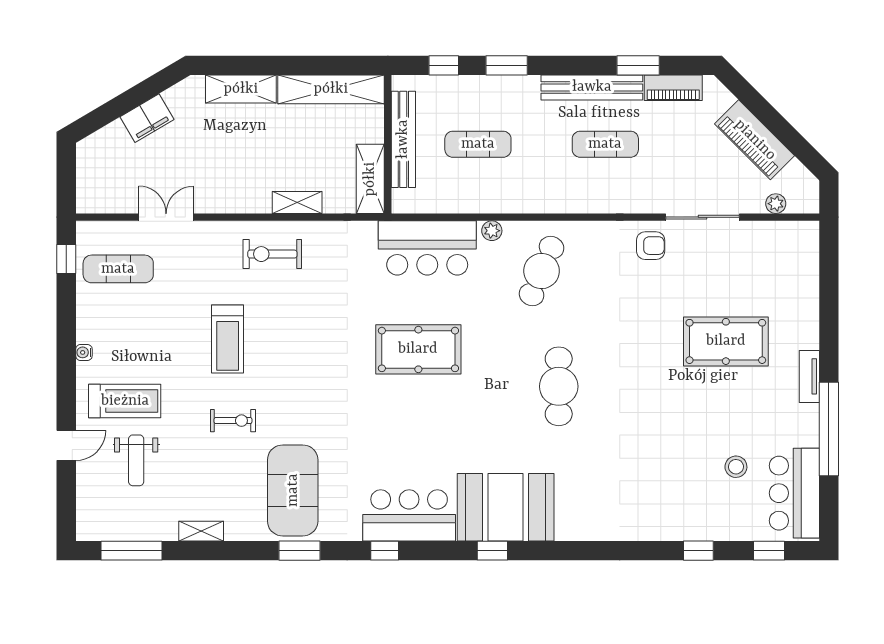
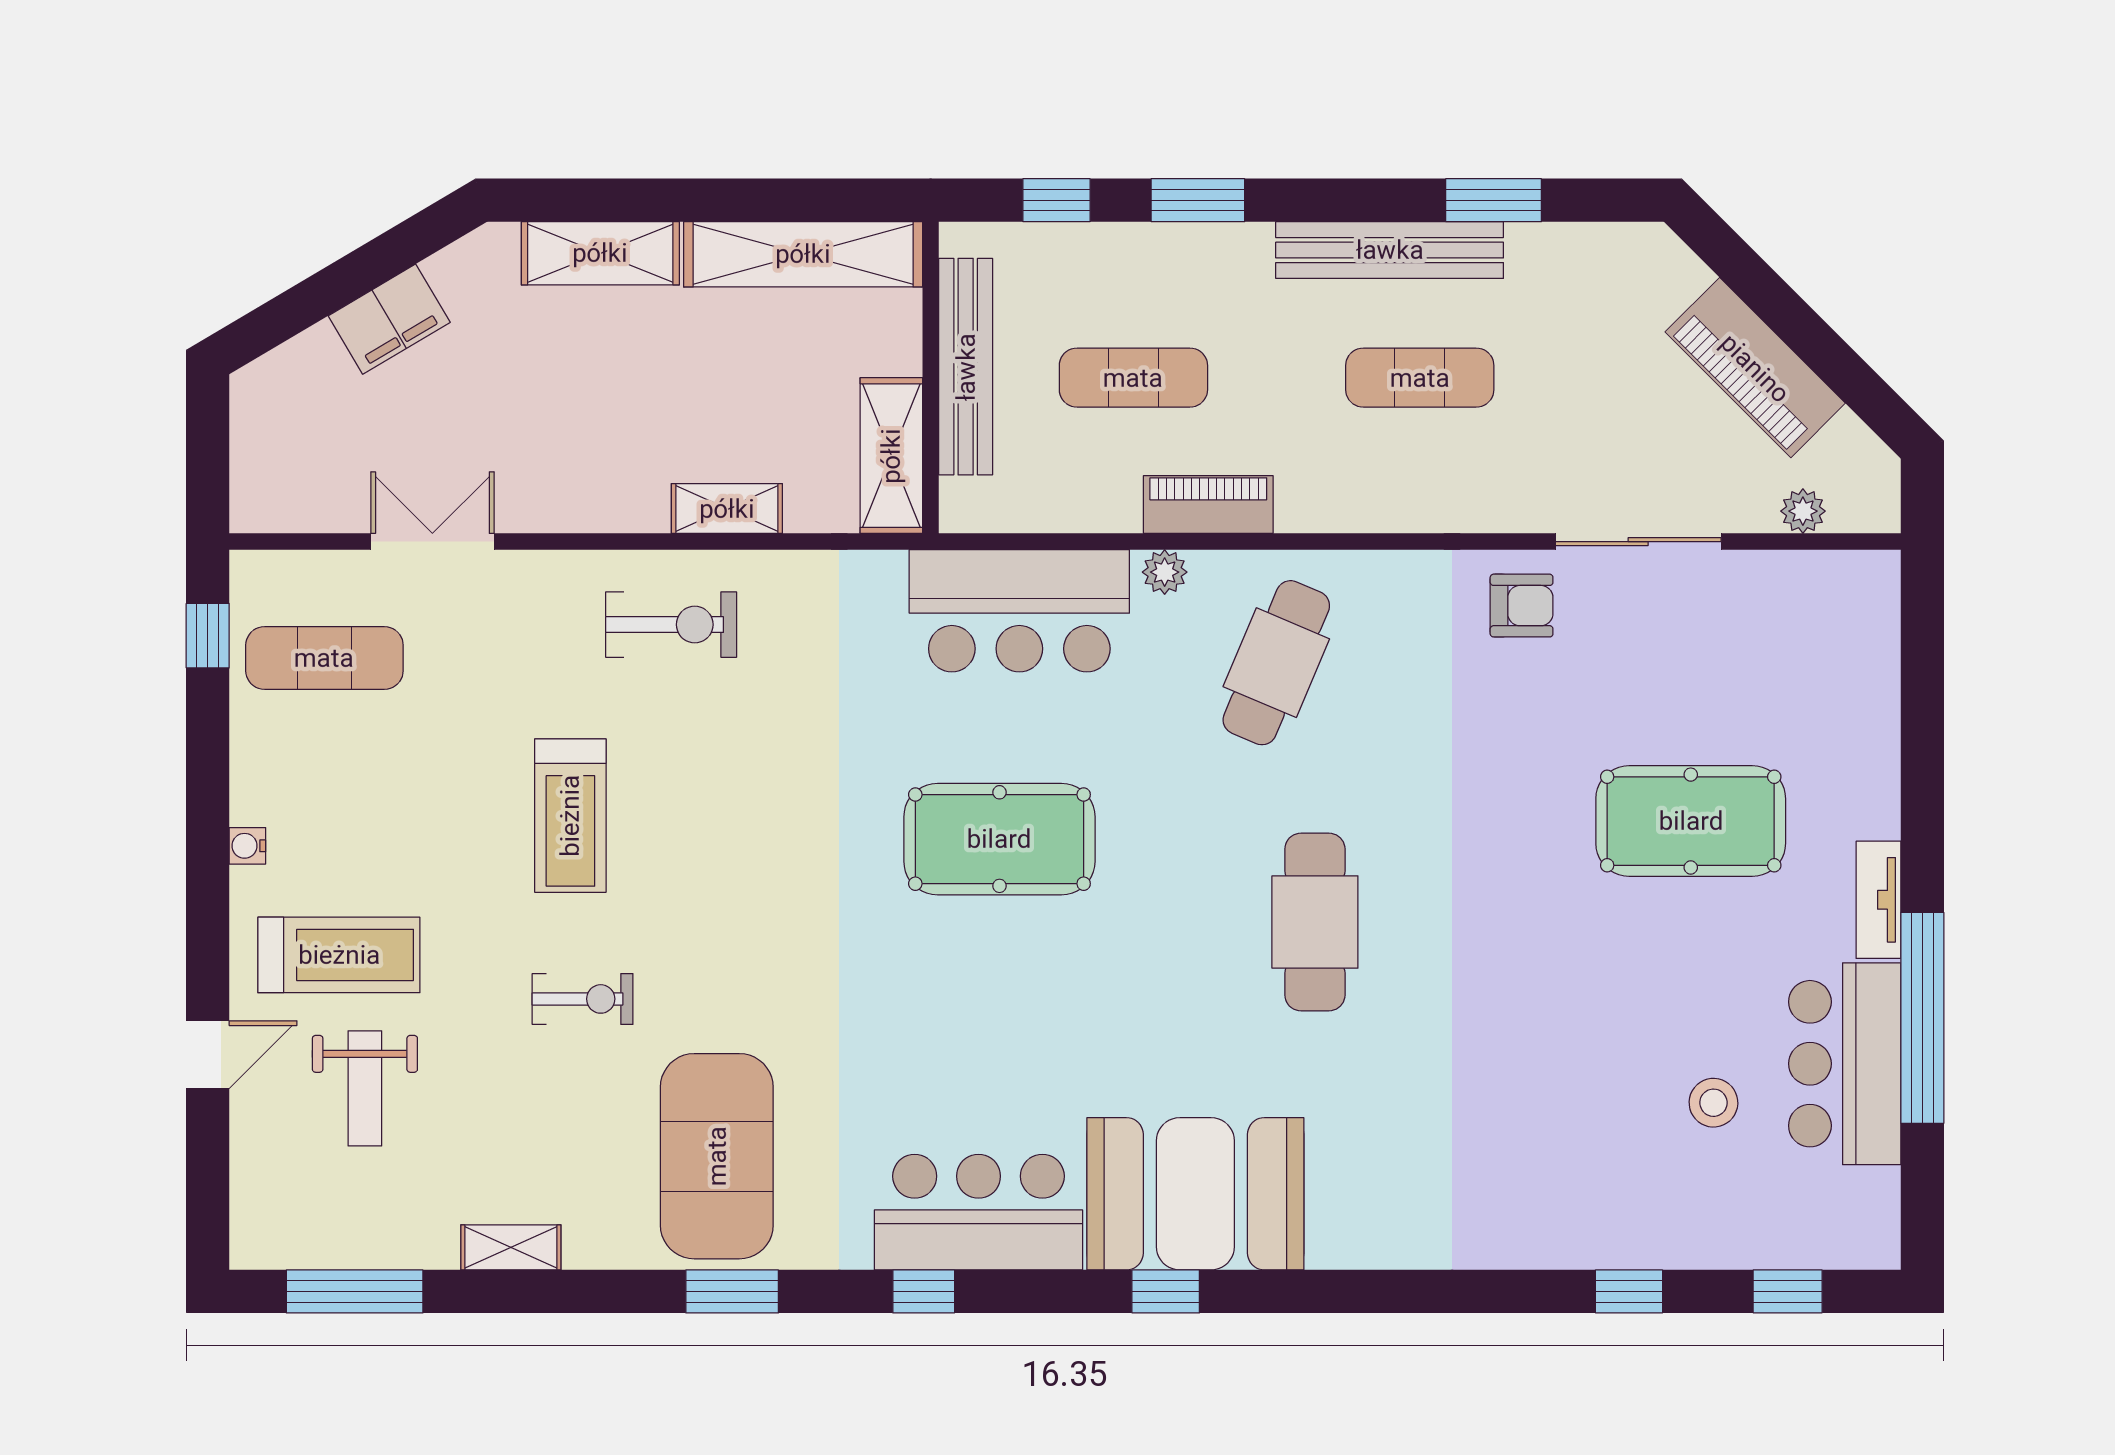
piano: (673, 88) -> (1208, 505), moved, turned 180
exercise bike: (272, 254) -> (671, 625), turned 180
bar counter: (794, 493) -> (1845, 1064), moved

